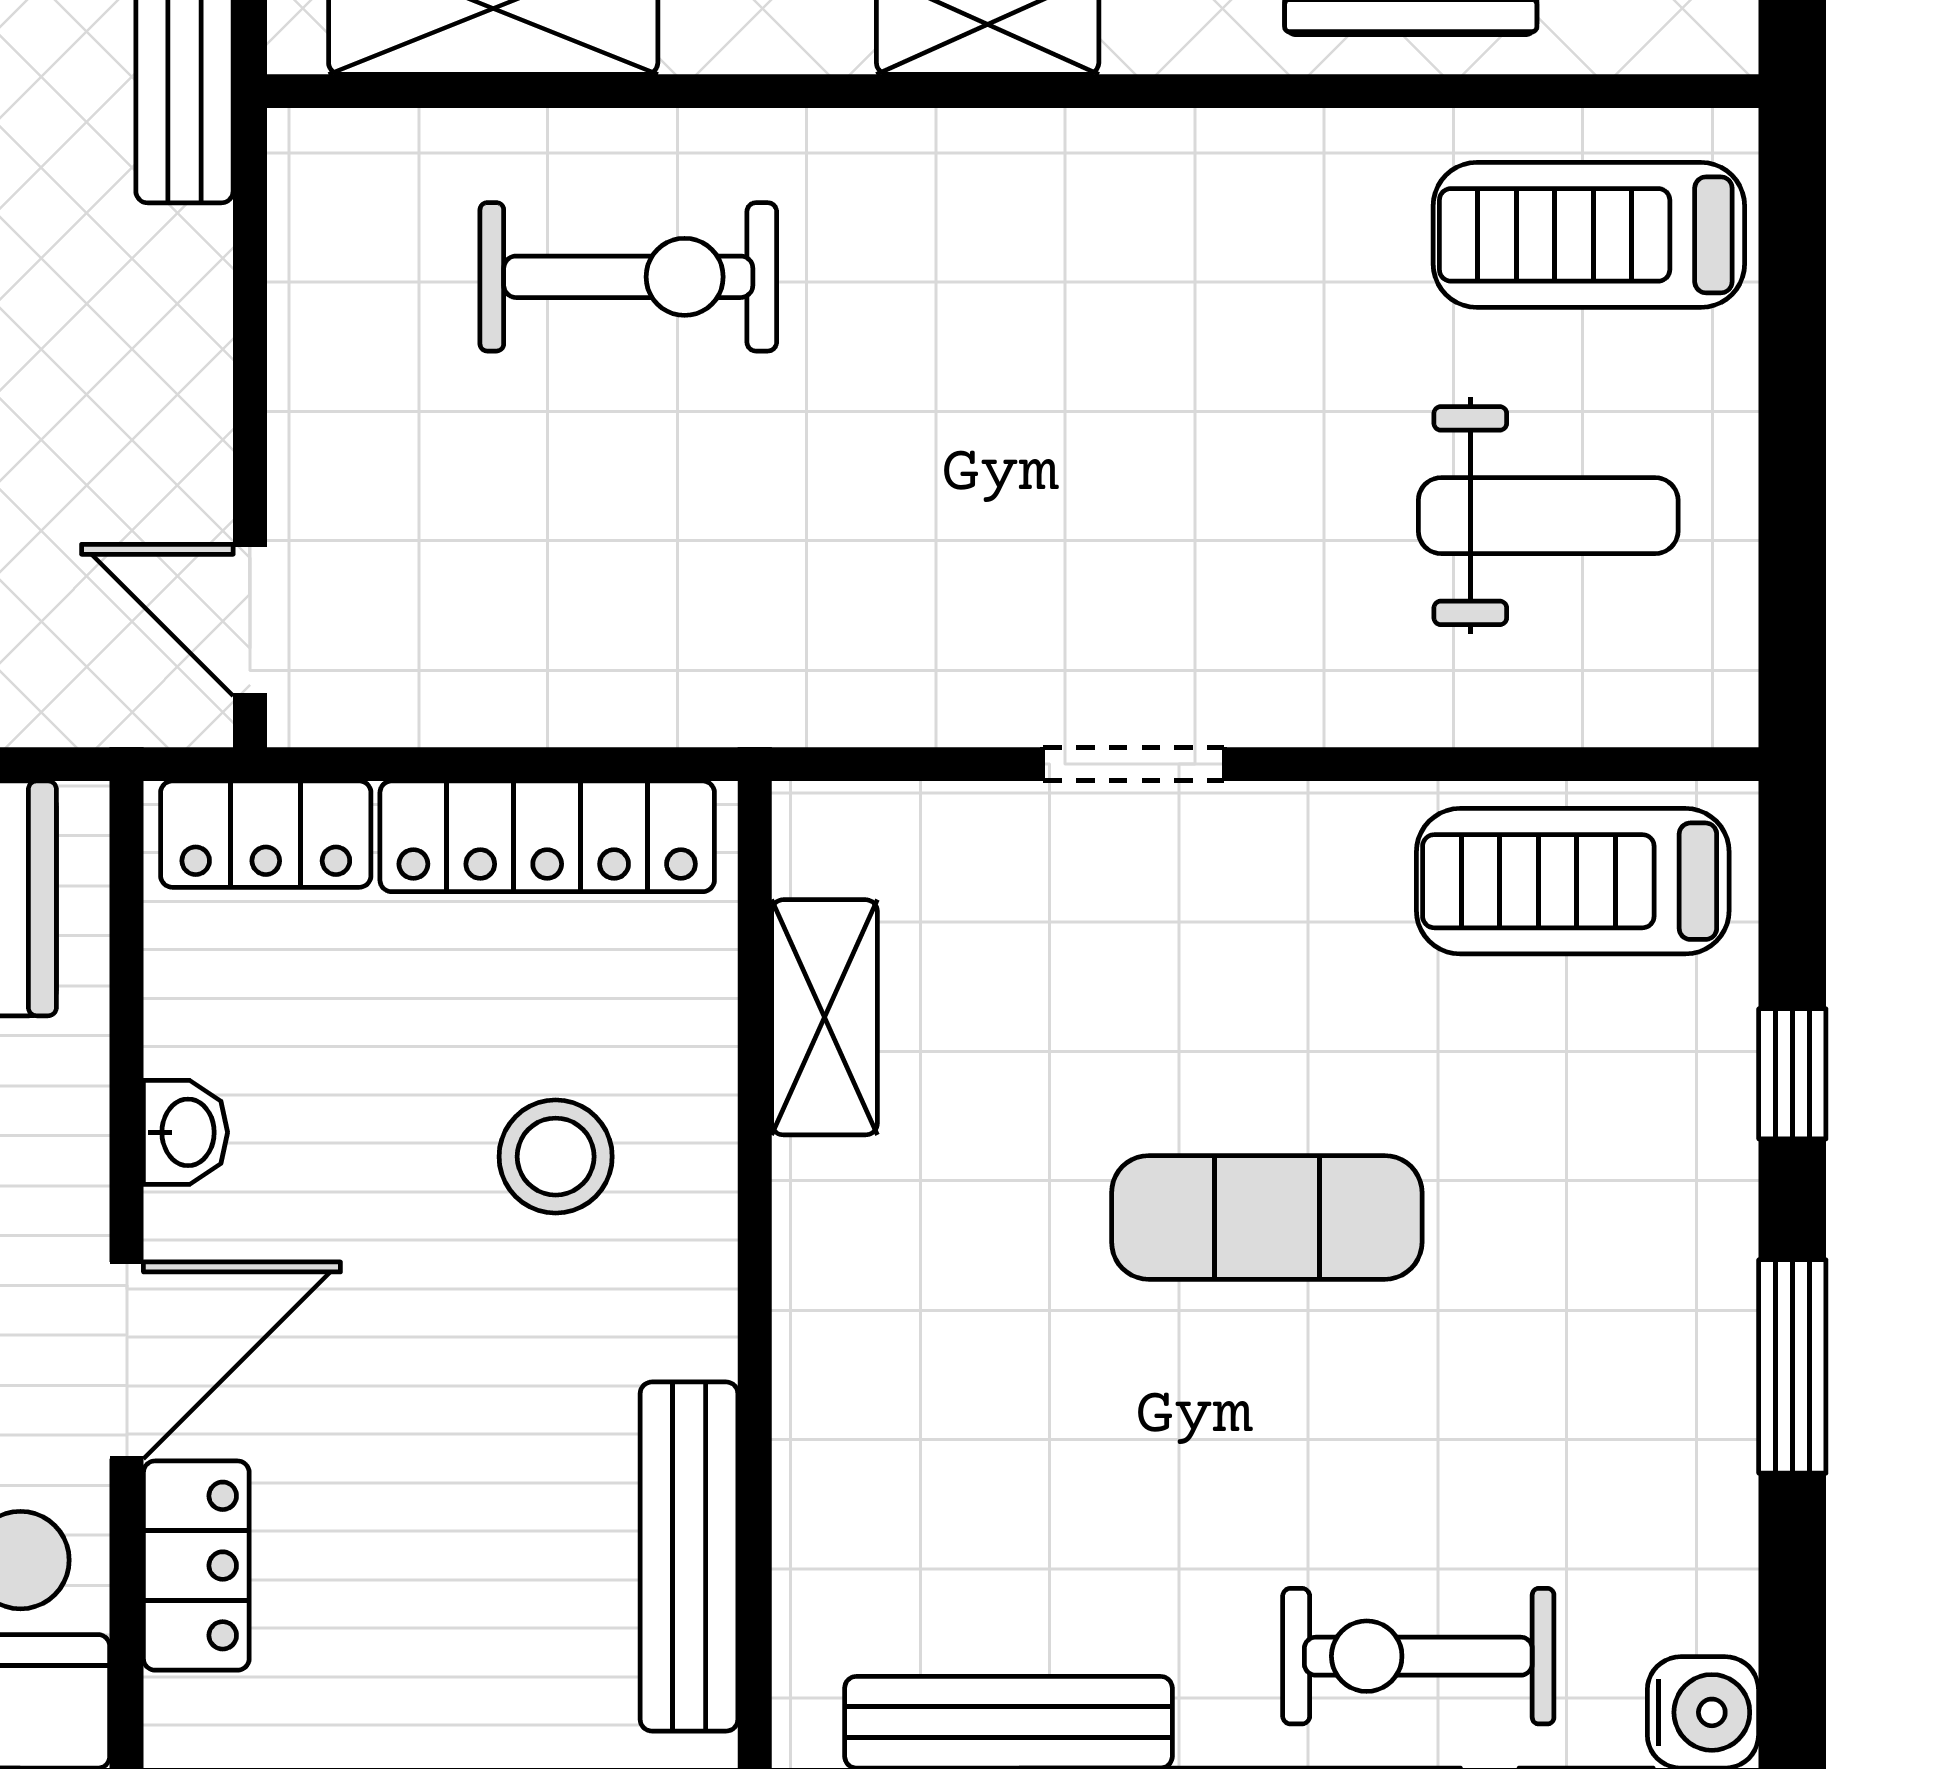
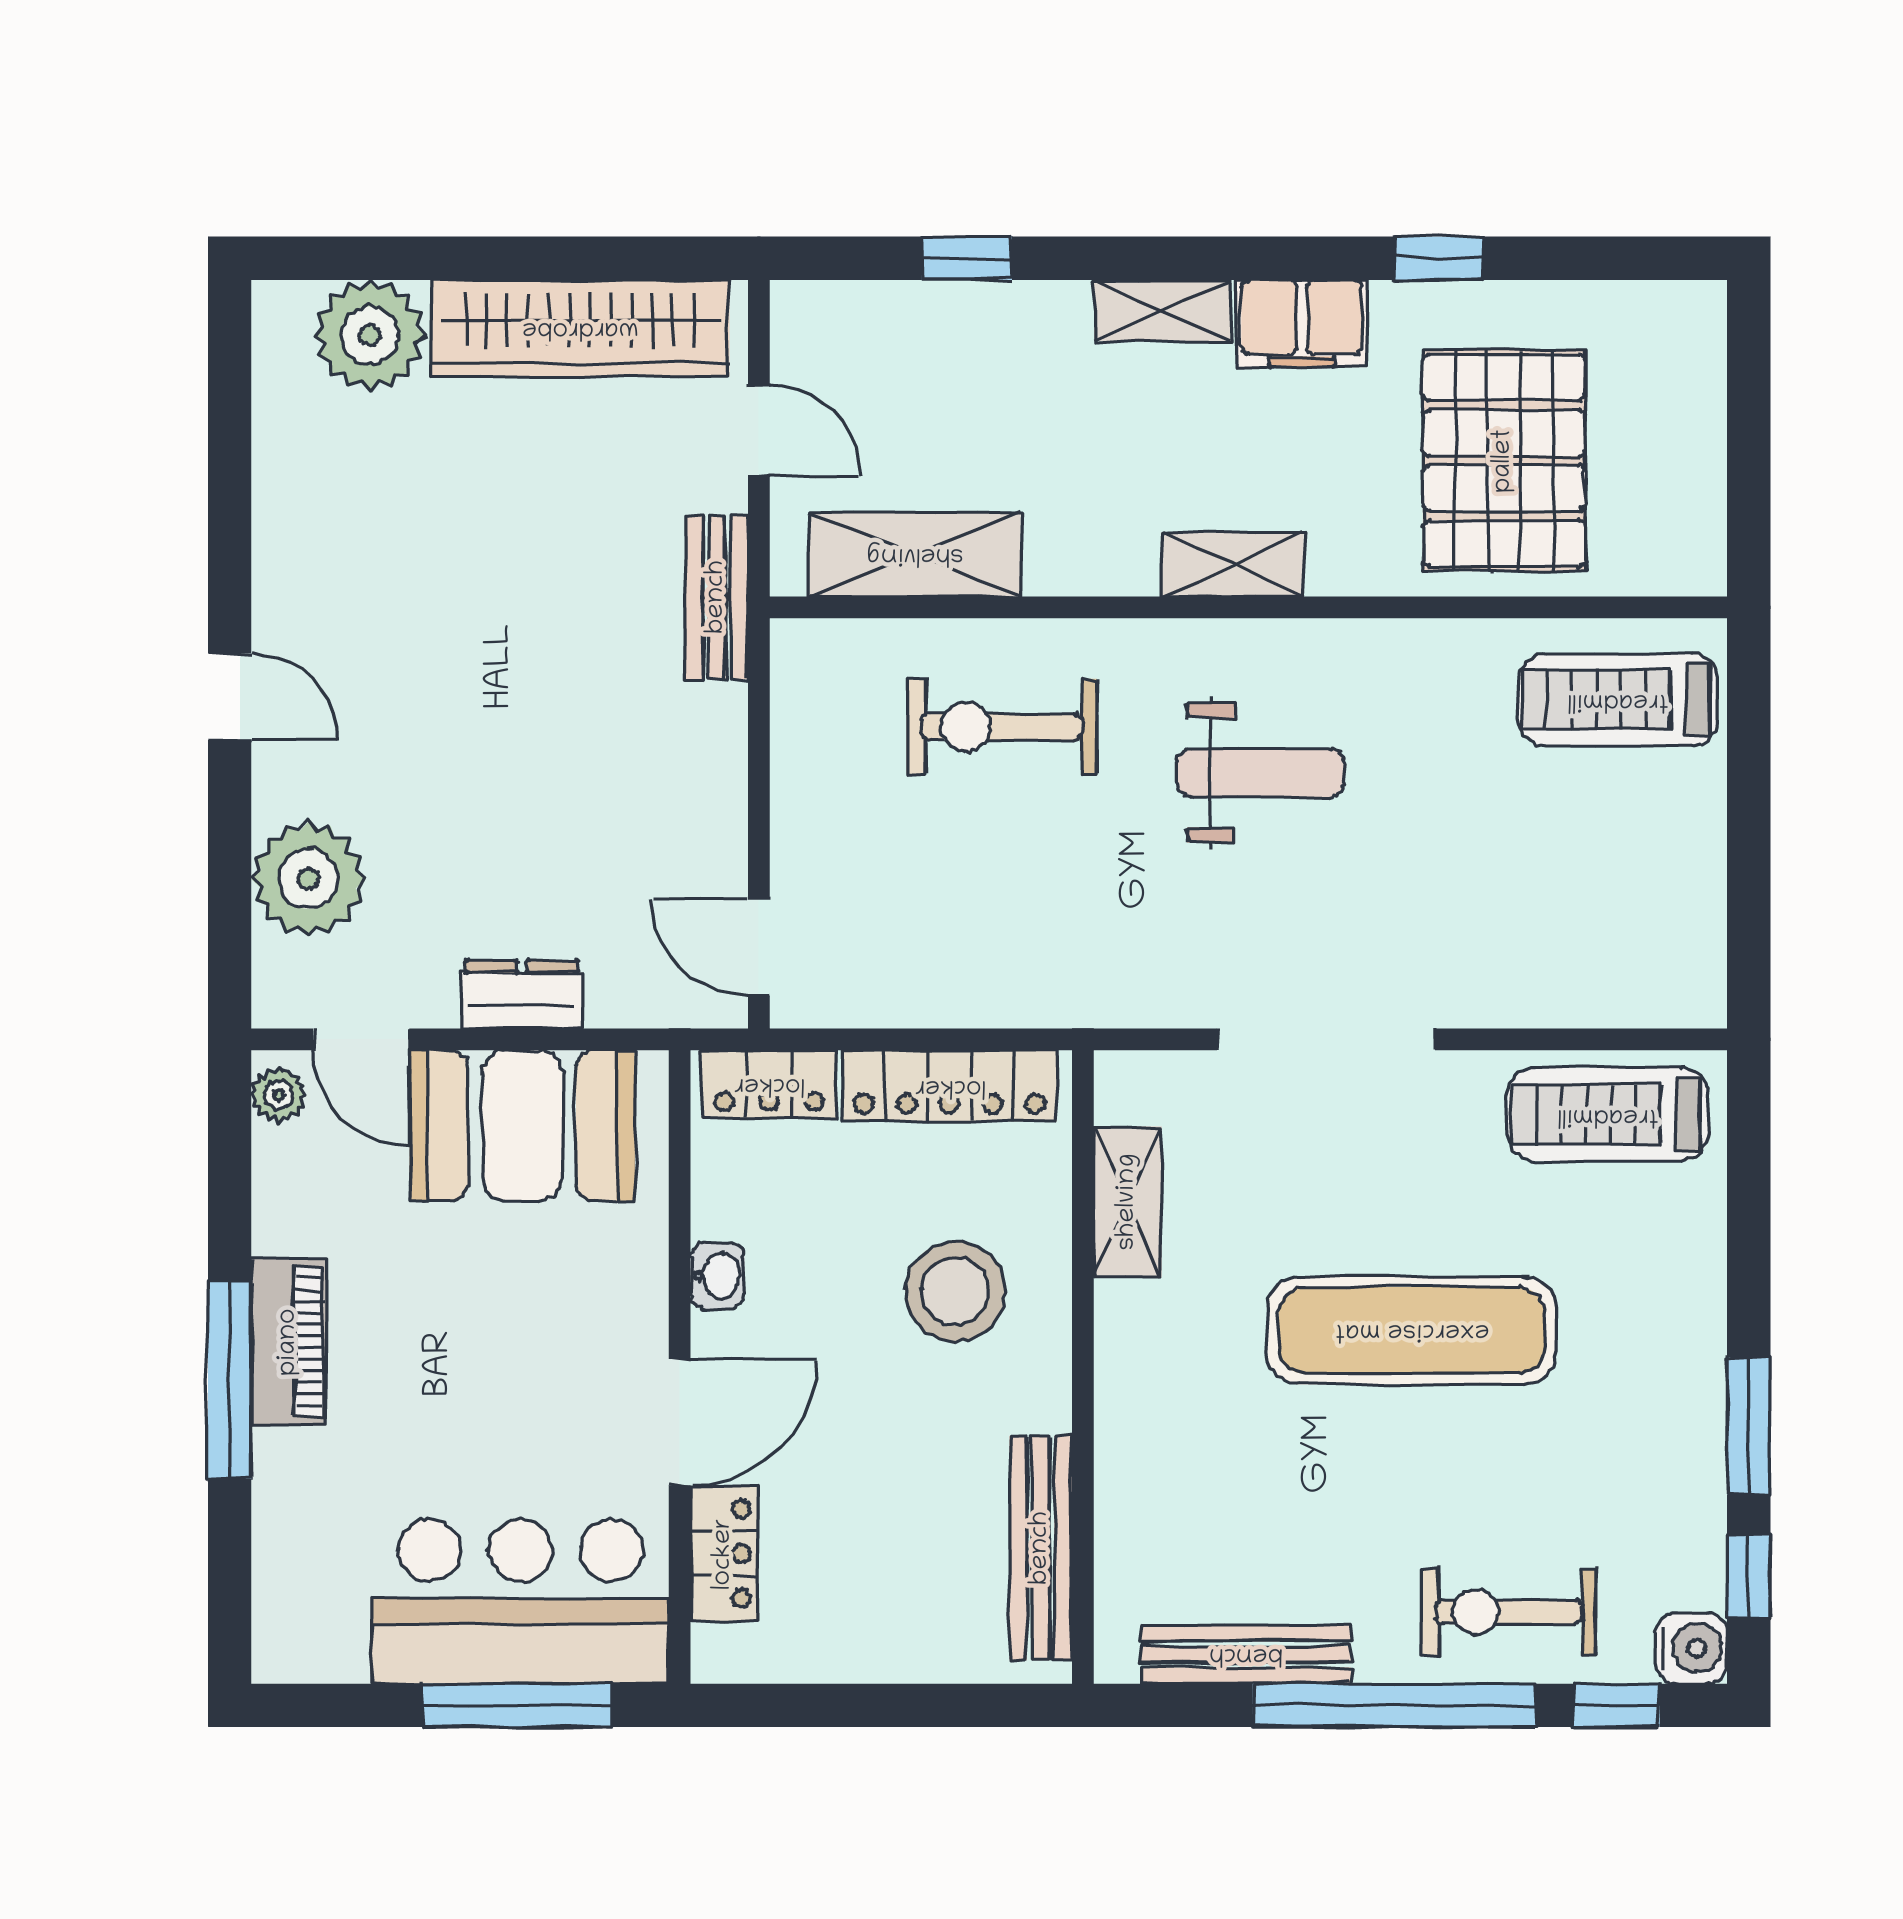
exercise bike: (628, 277) -> (1002, 727), turned 180
weight bench: (1548, 516) -> (1260, 773), moved
doorway: (1134, 764) -> (1326, 1039), width x1.88
window: (1792, 1074) -> (1749, 1576), moved
stool: (556, 1157) -> (955, 1291), width x1.38, depth x1.38
exercise mat: (1267, 1217) -> (1412, 1330), width x1.36, depth x1.45

